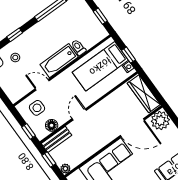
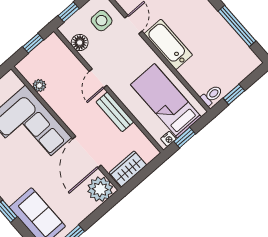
toilet: (78, 47) -> (212, 95), moved
wardrobe: (144, 94) -> (128, 169), width x0.67
door: (79, 114) -> (98, 78), swing flipped
bench: (56, 139) -> (115, 112), moved
plant: (65, 169) -> (39, 85), moved

